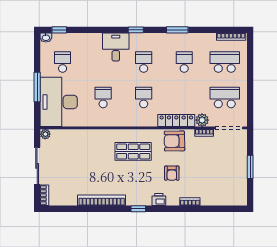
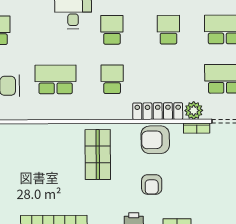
school desk: (103, 97) -> (56, 79), width x1.85
shop shelf: (133, 151) -> (98, 155), turned 90

